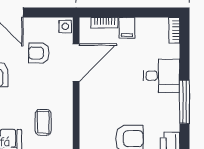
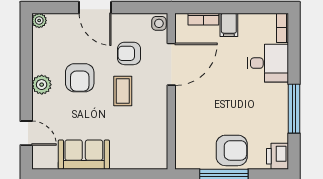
desk: (161, 76) -> (268, 63), moved
coffee table: (43, 122) -> (123, 91), moved

